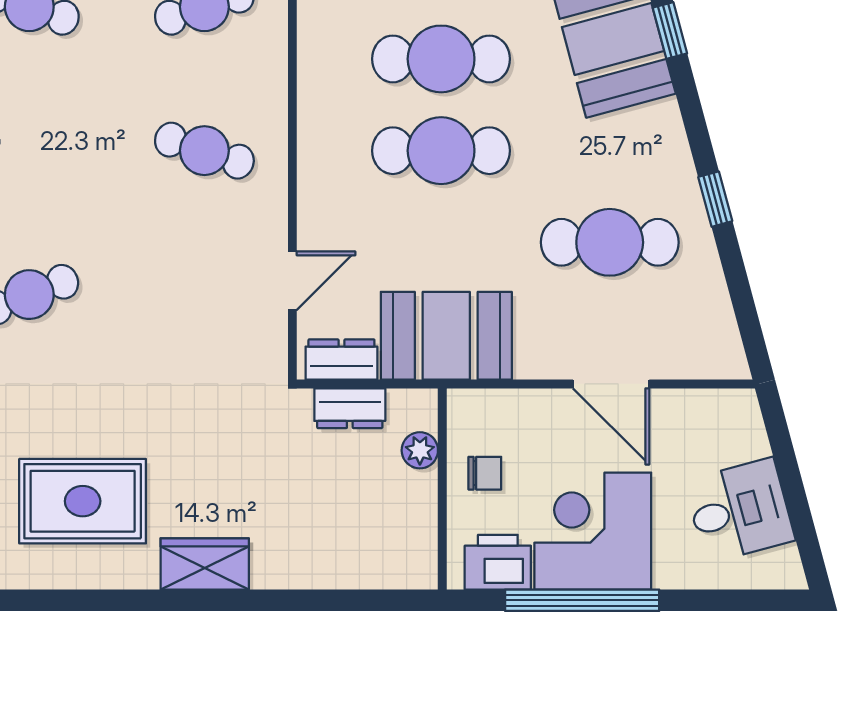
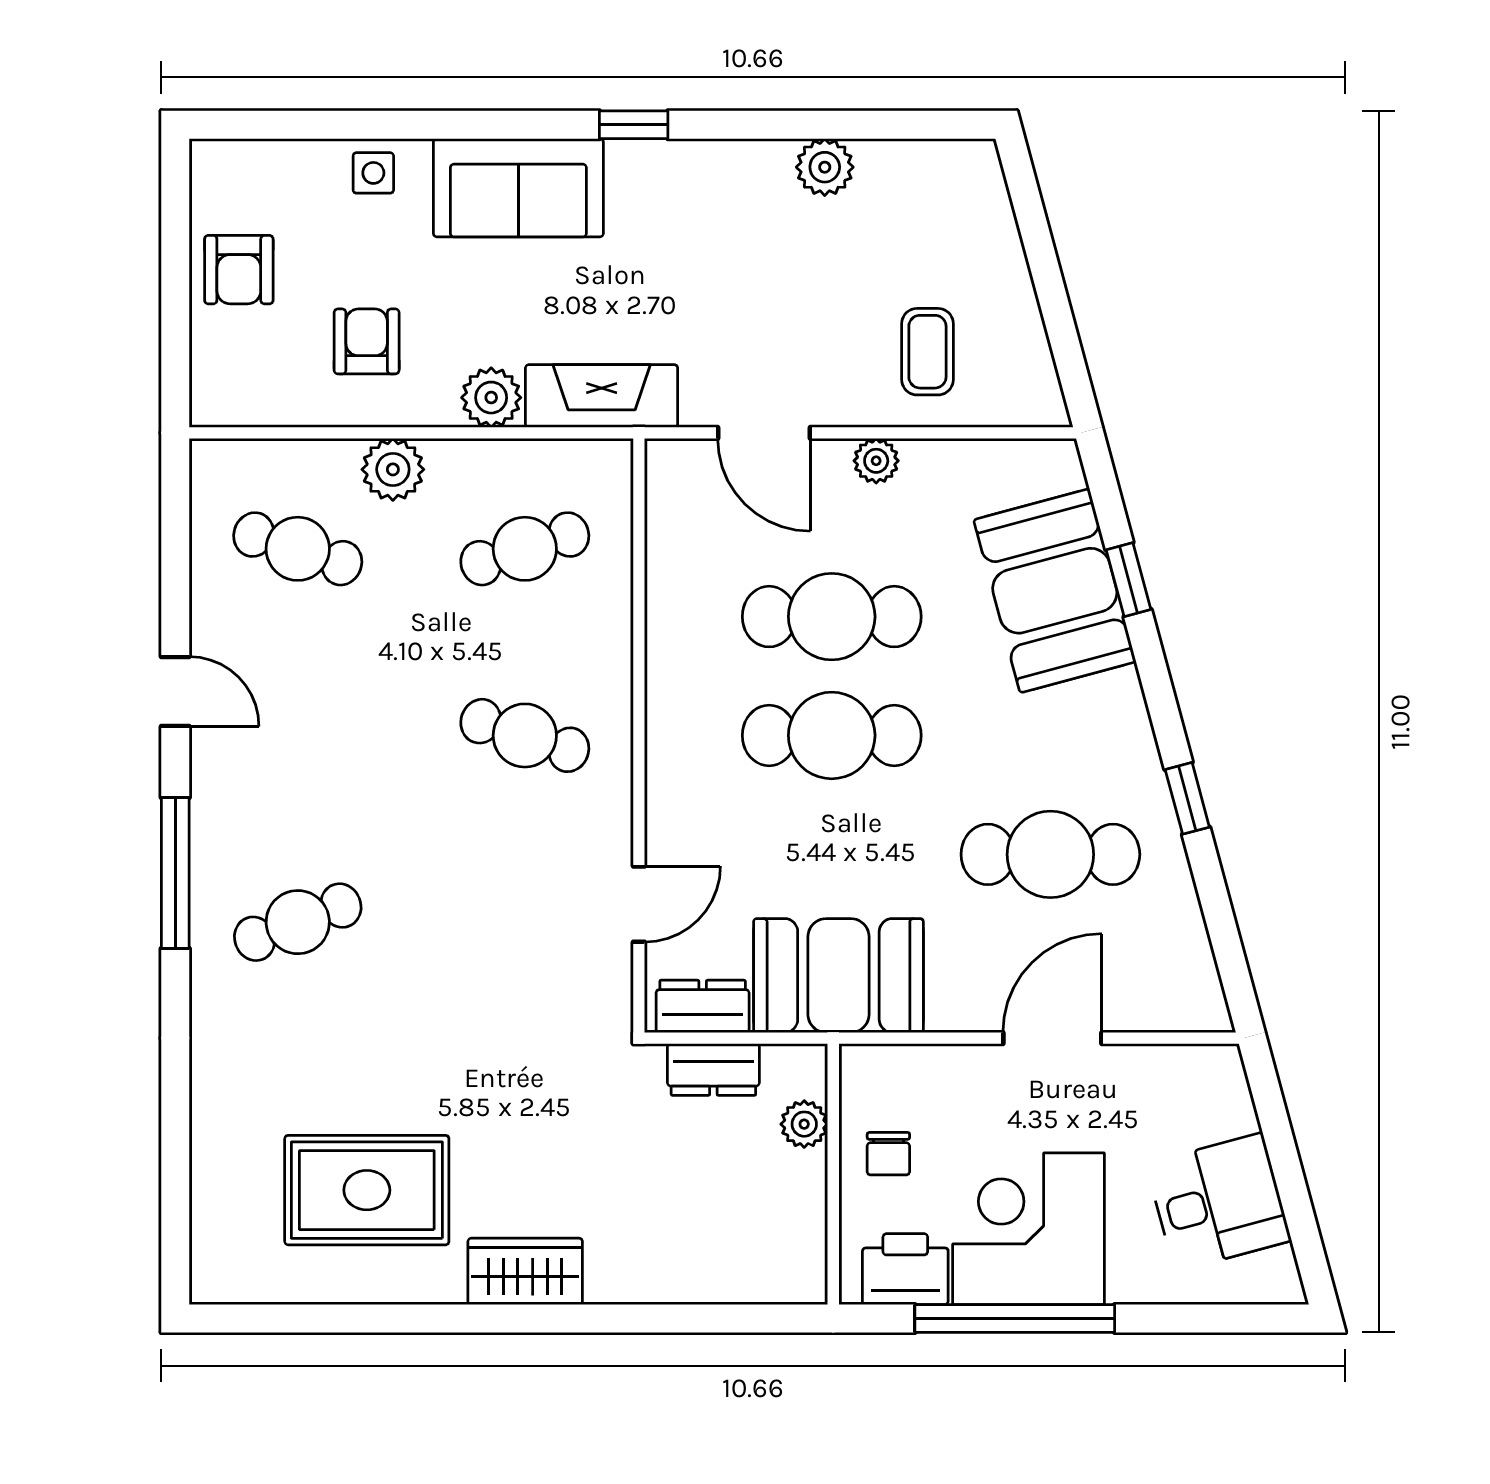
door: (611, 384) -> (1052, 1038), swing flipped
chair: (485, 473) -> (888, 1154), turned 90

